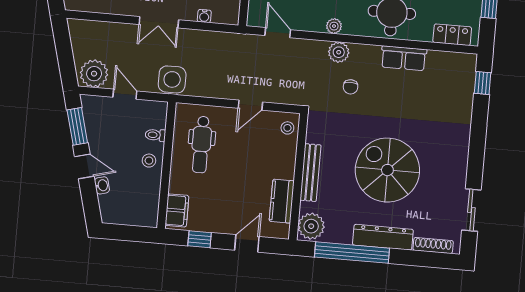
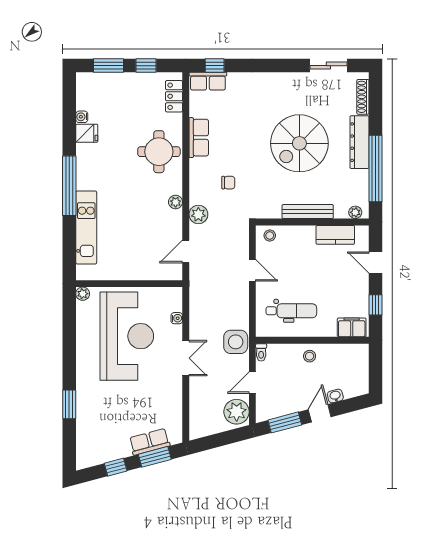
plant: (339, 52) -> (198, 214), moved
row of seats: (466, 74) -> (208, 81), added
toilet: (155, 135) -> (261, 352), moved
plant: (311, 226) -> (355, 212), width x0.53, depth x0.53

